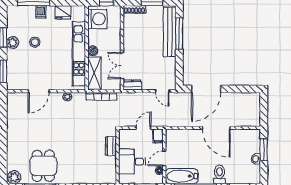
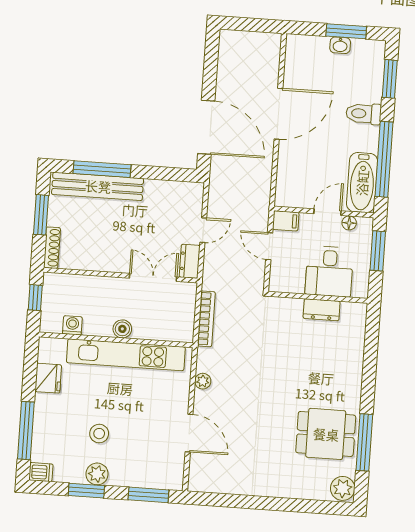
dishwasher: (41, 12) -> (41, 472), moved
washing machine: (97, 19) -> (72, 325), width x0.53, depth x0.53
double door: (122, 66) -> (153, 277), swing flipped
shelving: (94, 73) -> (163, 329), removed
door: (162, 91) -> (203, 230), moved
dresser: (111, 146) -> (322, 310), moved
window: (264, 150) -> (346, 31), moved
door: (164, 158) -> (328, 212), swing flipped

